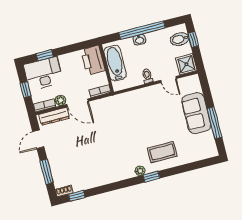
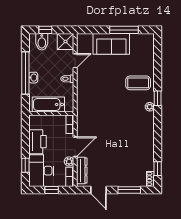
printer: (93, 60) -> (37, 142), moved, turned -90
coffee table: (162, 152) -> (138, 83), turned 90

